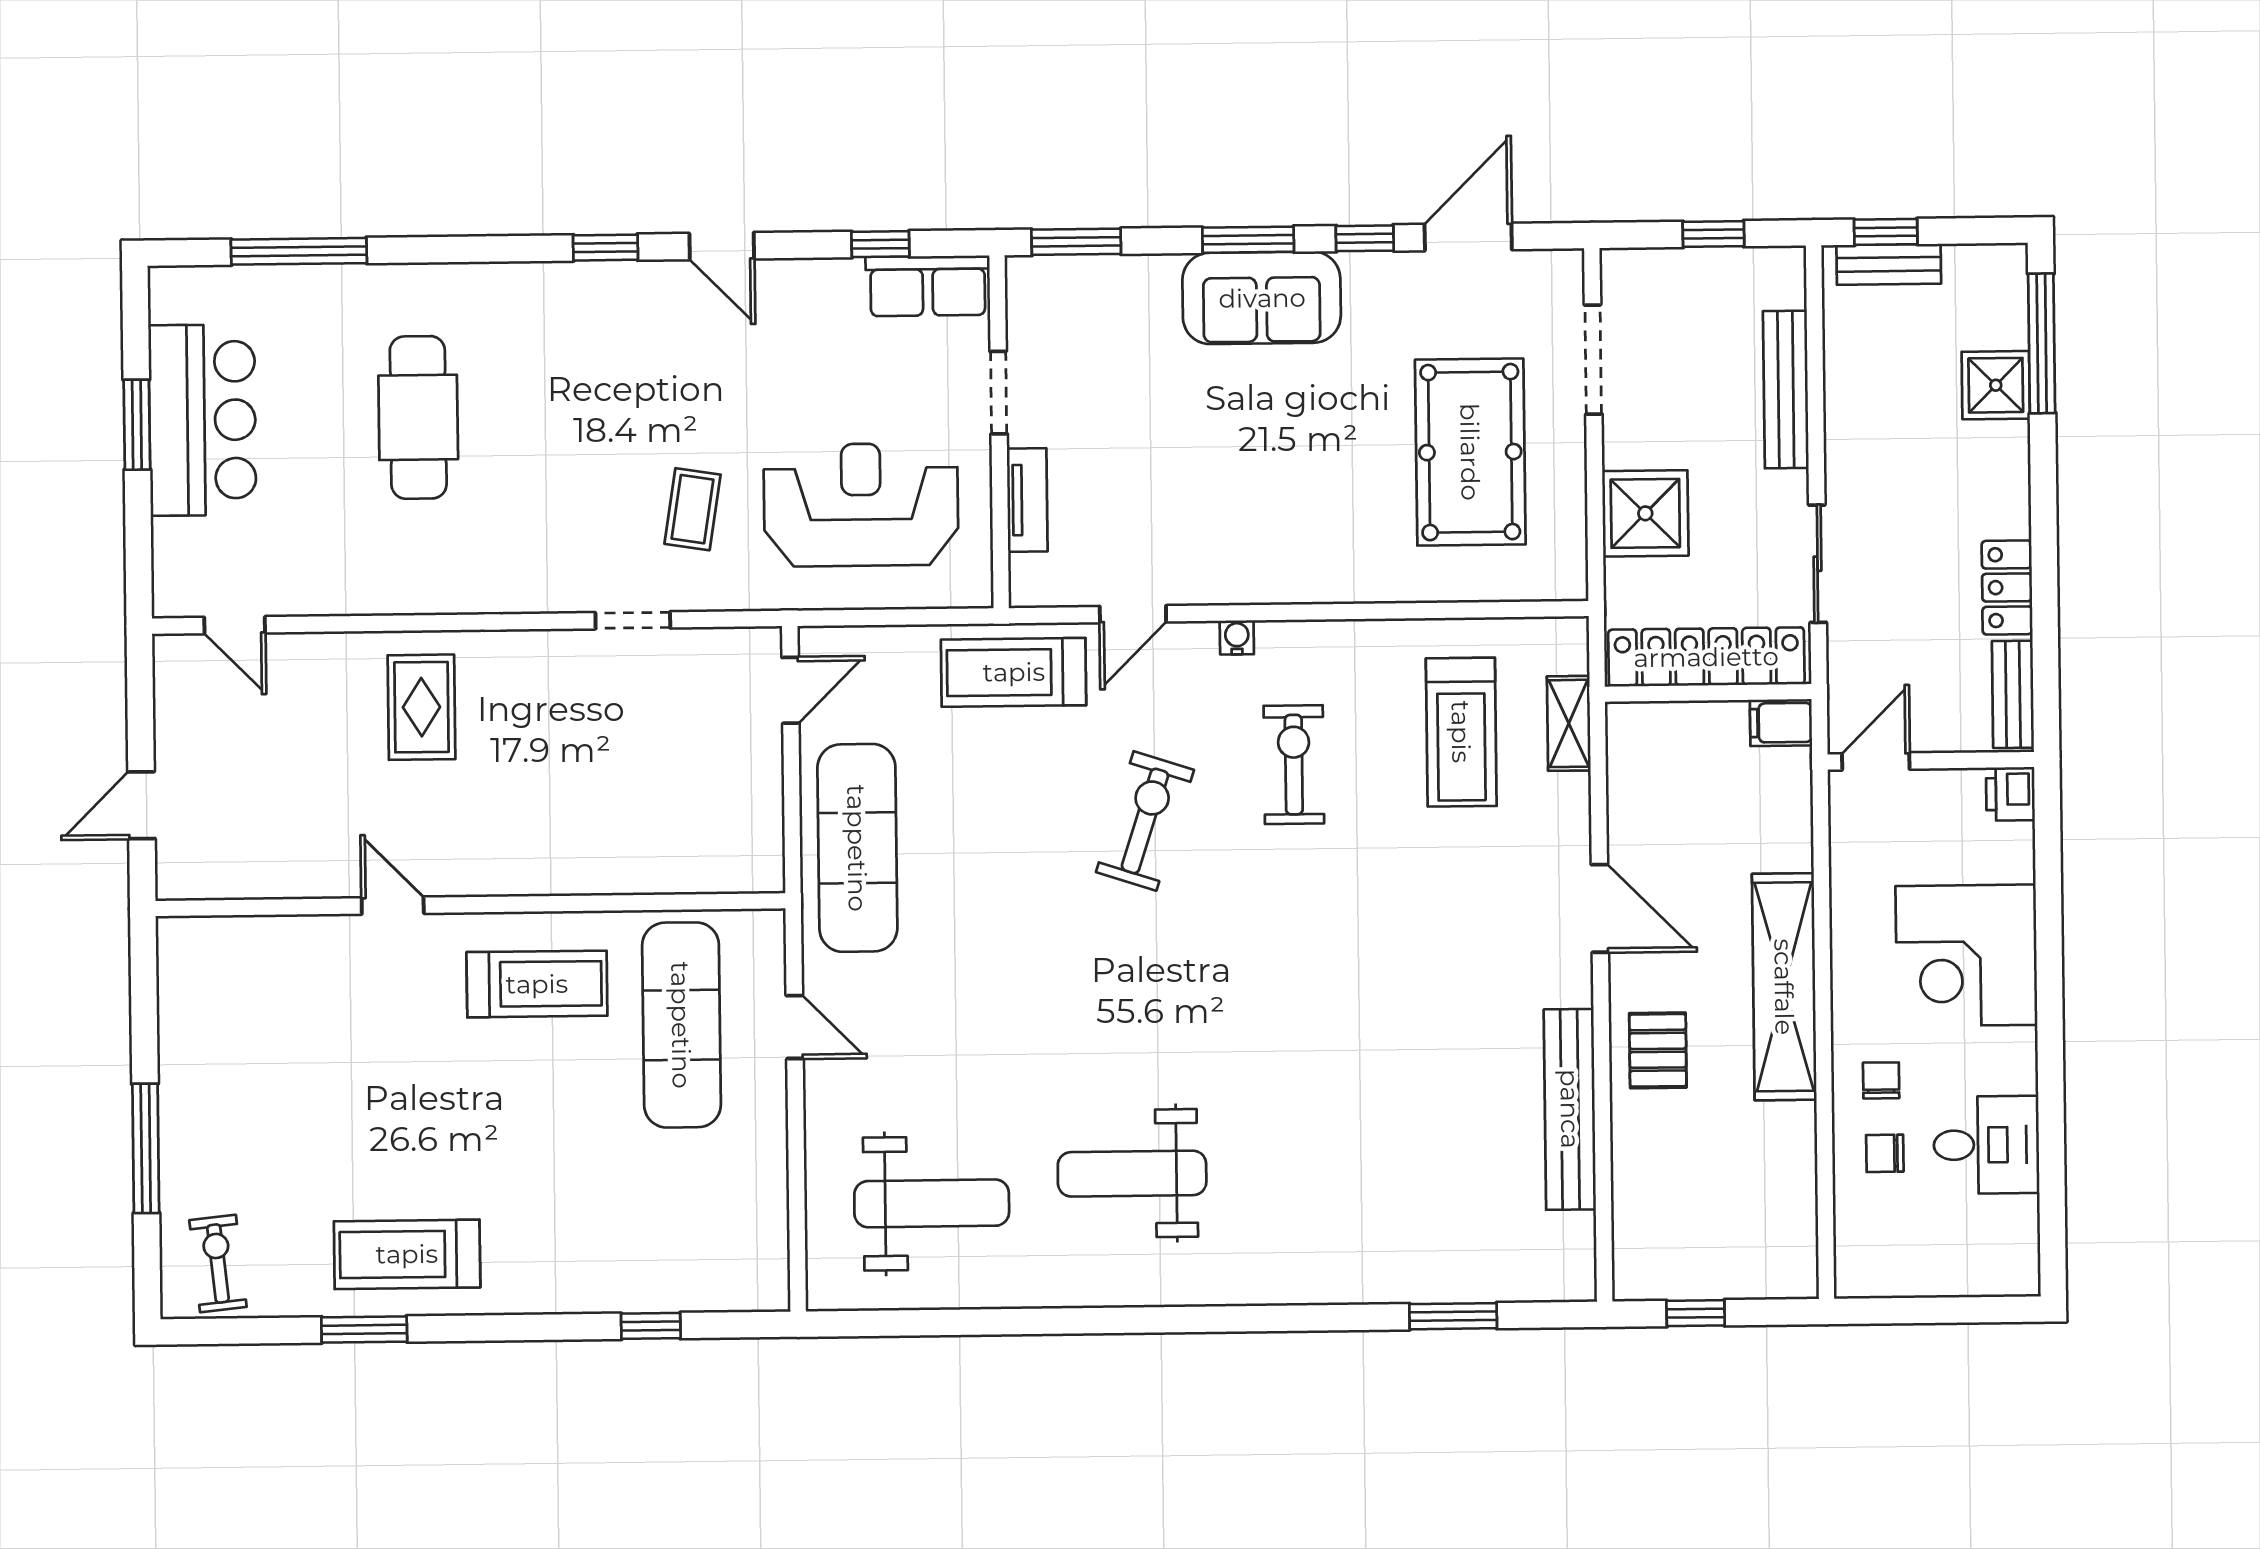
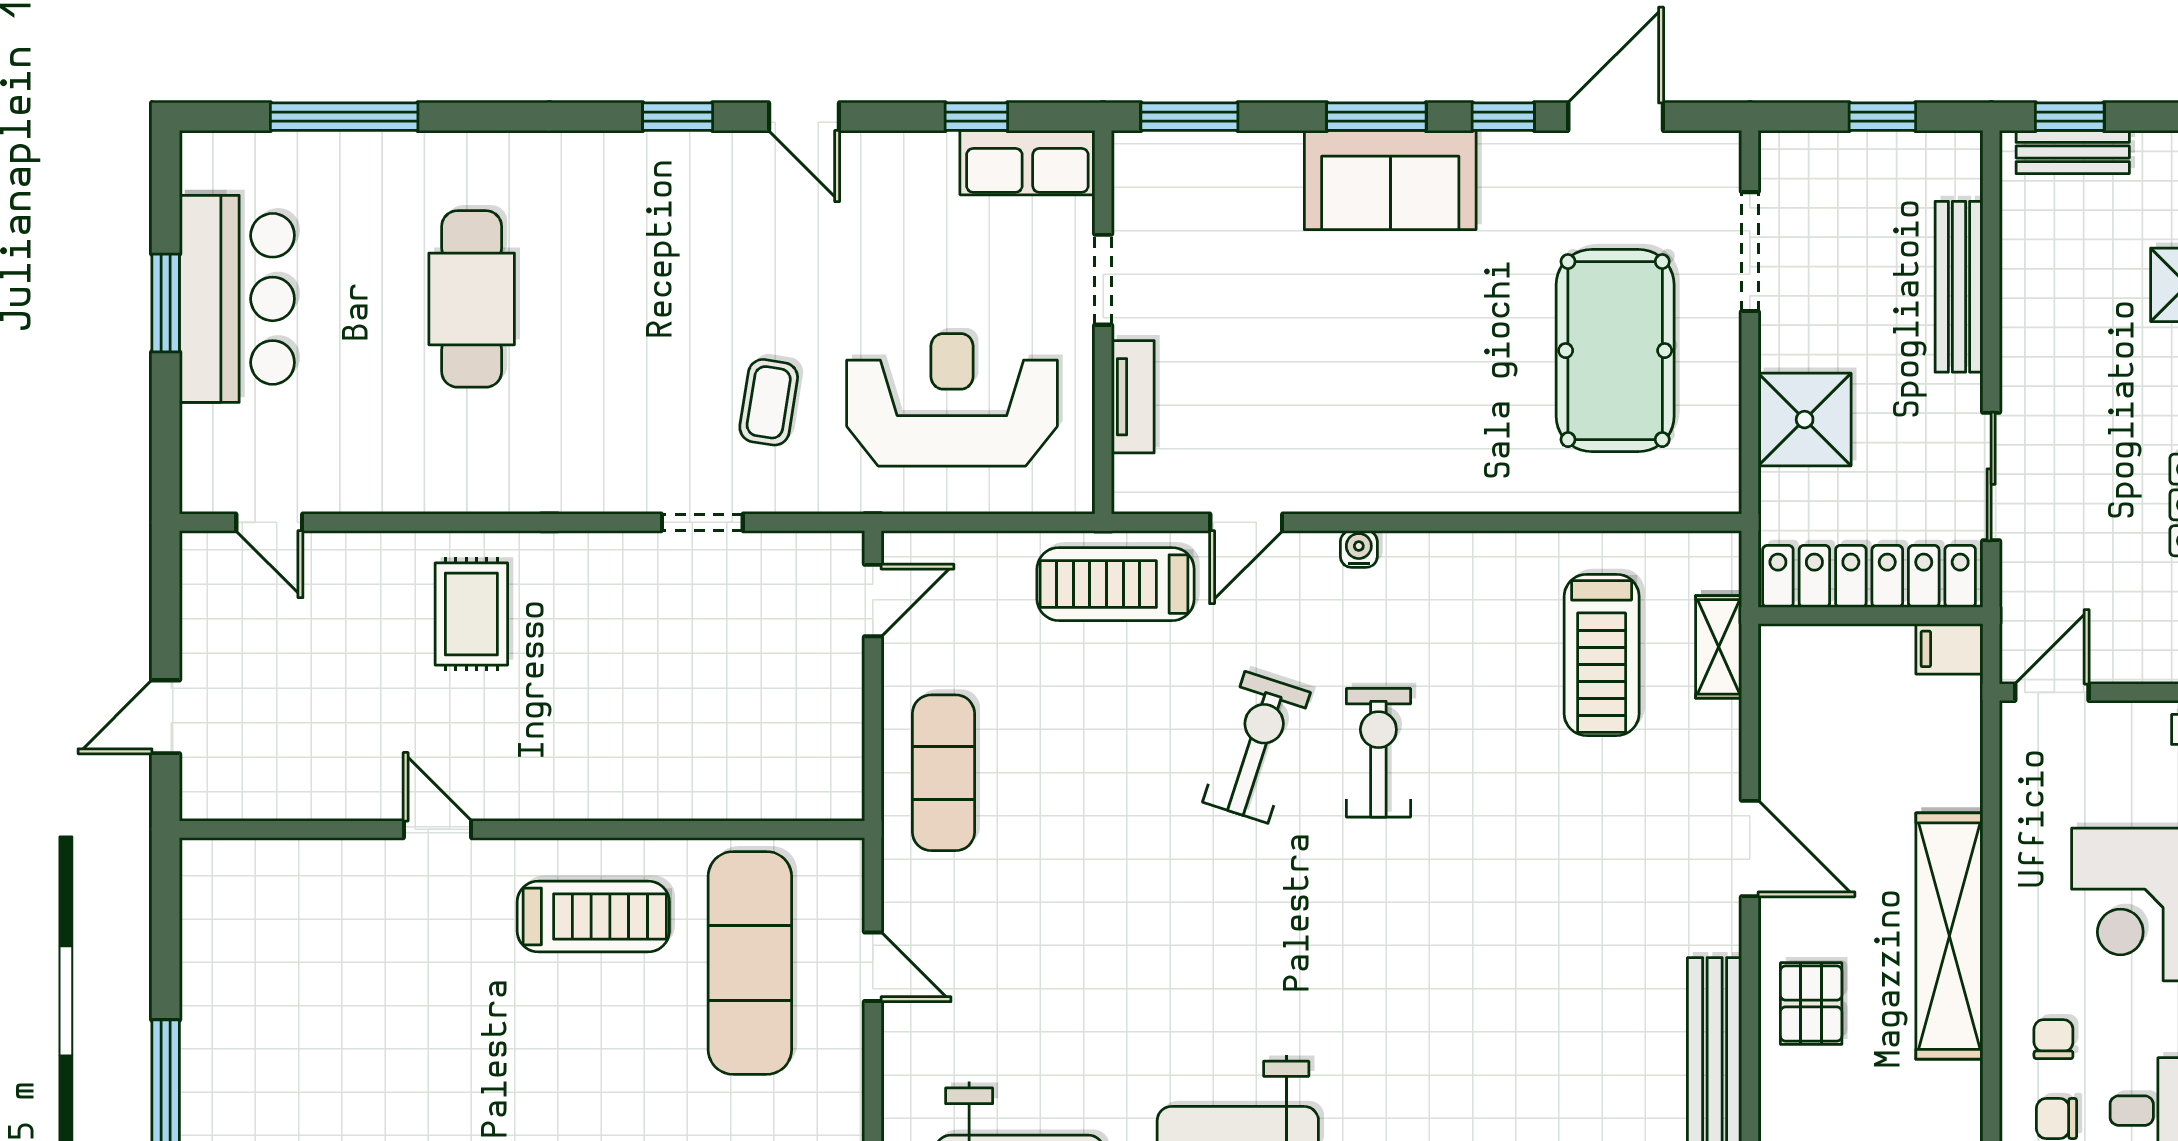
exercise bike: (1294, 765) -> (1378, 753), moved
exercise mat: (857, 848) -> (943, 773), width x0.73, depth x0.69

